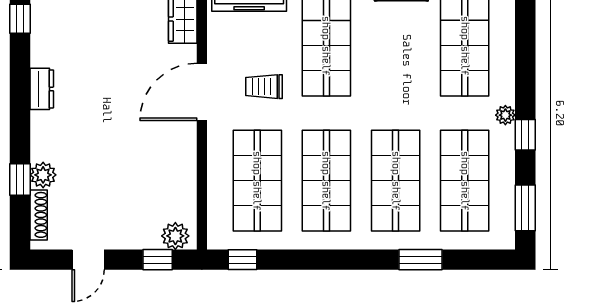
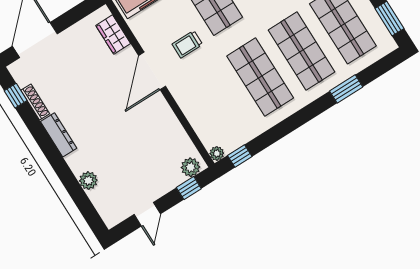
dresser: (42, 89) -> (59, 135), width x1.44
window: (20, 180) -> (76, 192), removed
shop shelf: (257, 181) -> (219, 103), removed
shoe rack: (39, 215) -> (35, 102), moved
plant: (217, 239) -> (217, 153), added

